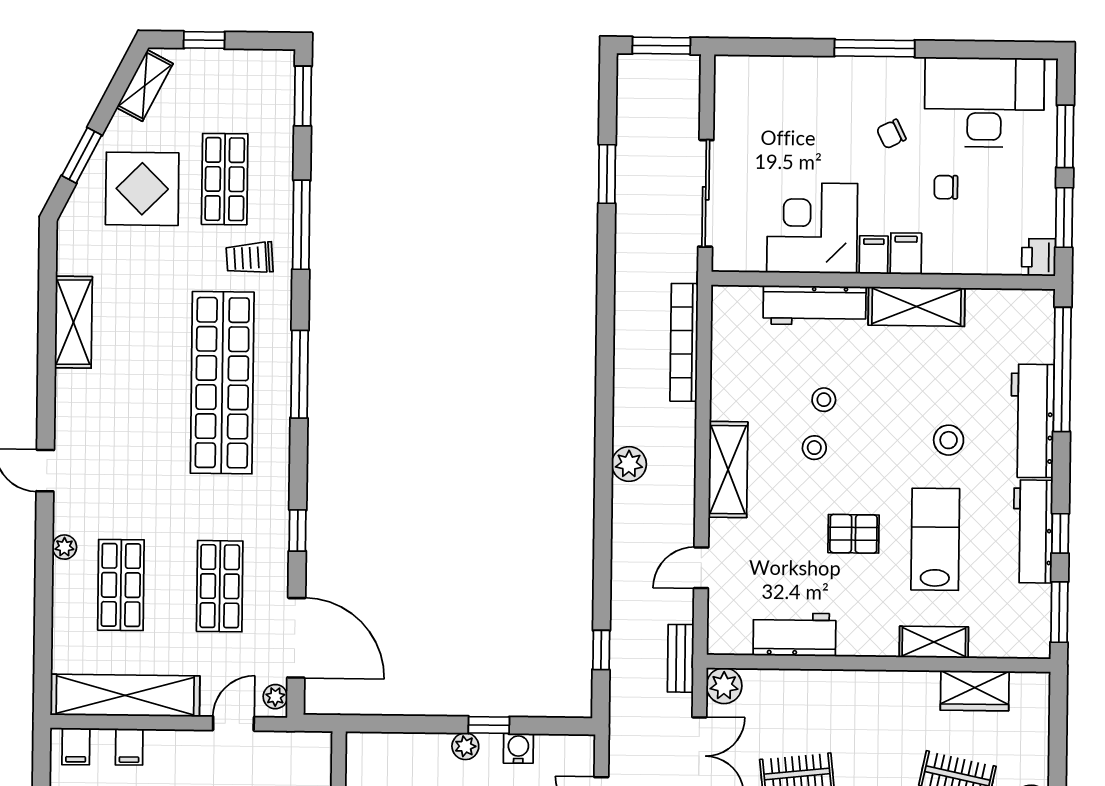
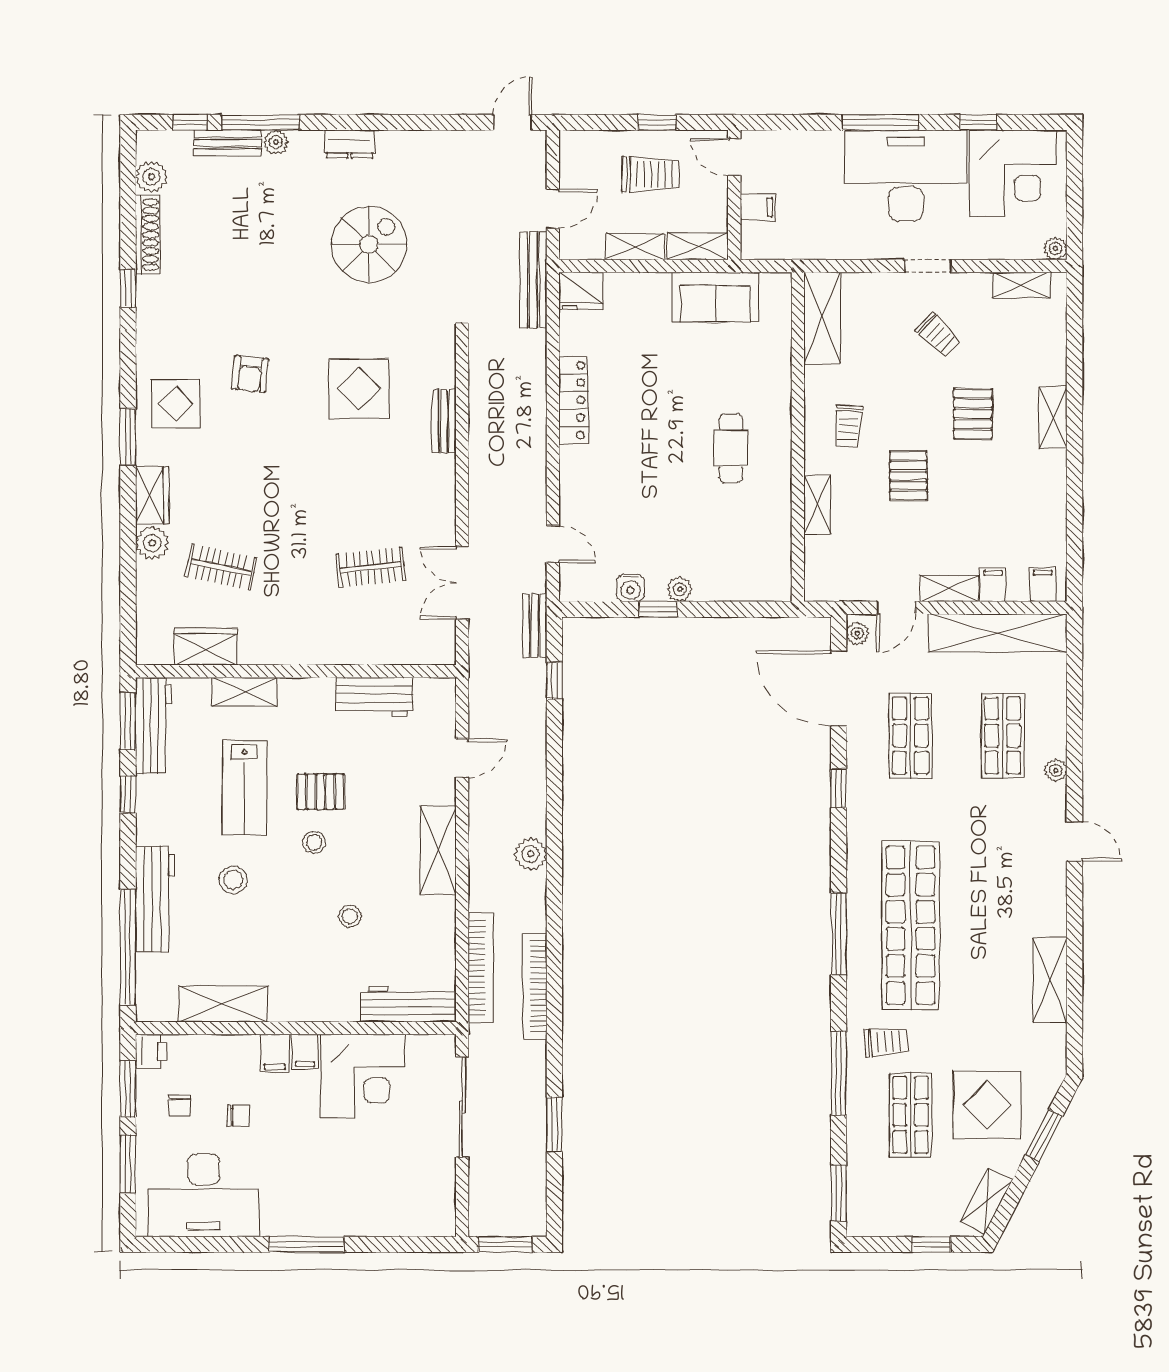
chair: (891, 134) -> (179, 1105), moved, turned 116
workbench: (814, 305) -> (408, 1004), moved
shelving: (917, 307) -> (223, 1004), moved
bookcase: (626, 322) -> (535, 987), added
stool: (814, 448) -> (314, 842), moved
workbench: (1033, 531) -> (154, 725), moved
bench: (681, 658) -> (535, 626), moved
plant: (724, 686) -> (439, 649), removed
shelving: (177, 743) -> (949, 589), added

